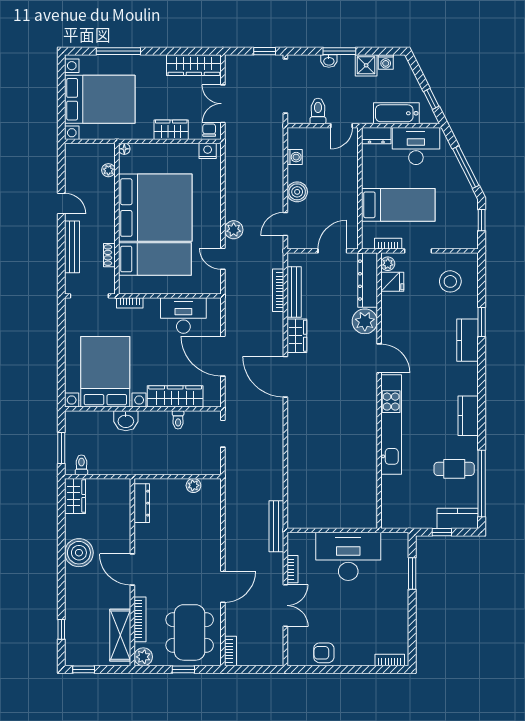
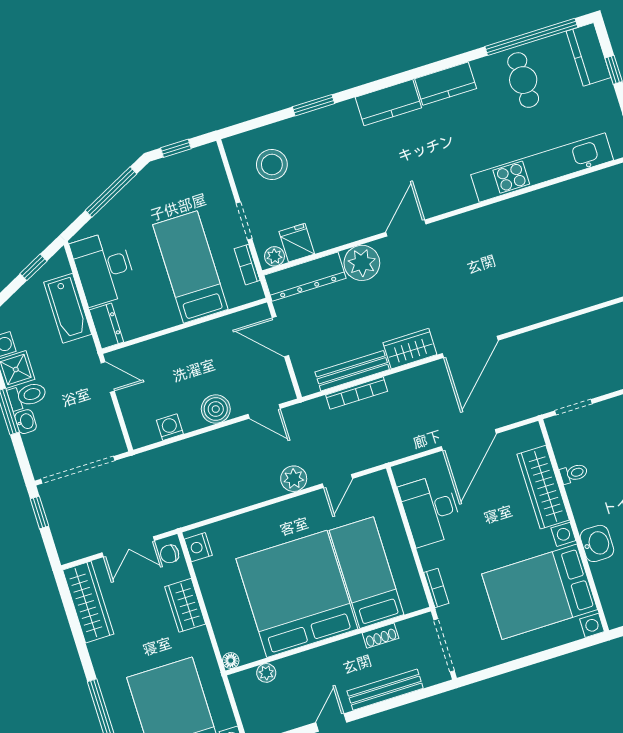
toilet: (318, 111) -> (27, 396), moved, turned 180
kitchen counter: (467, 340) -> (388, 103), moved
kitchen unit: (391, 425) -> (542, 167), moved

